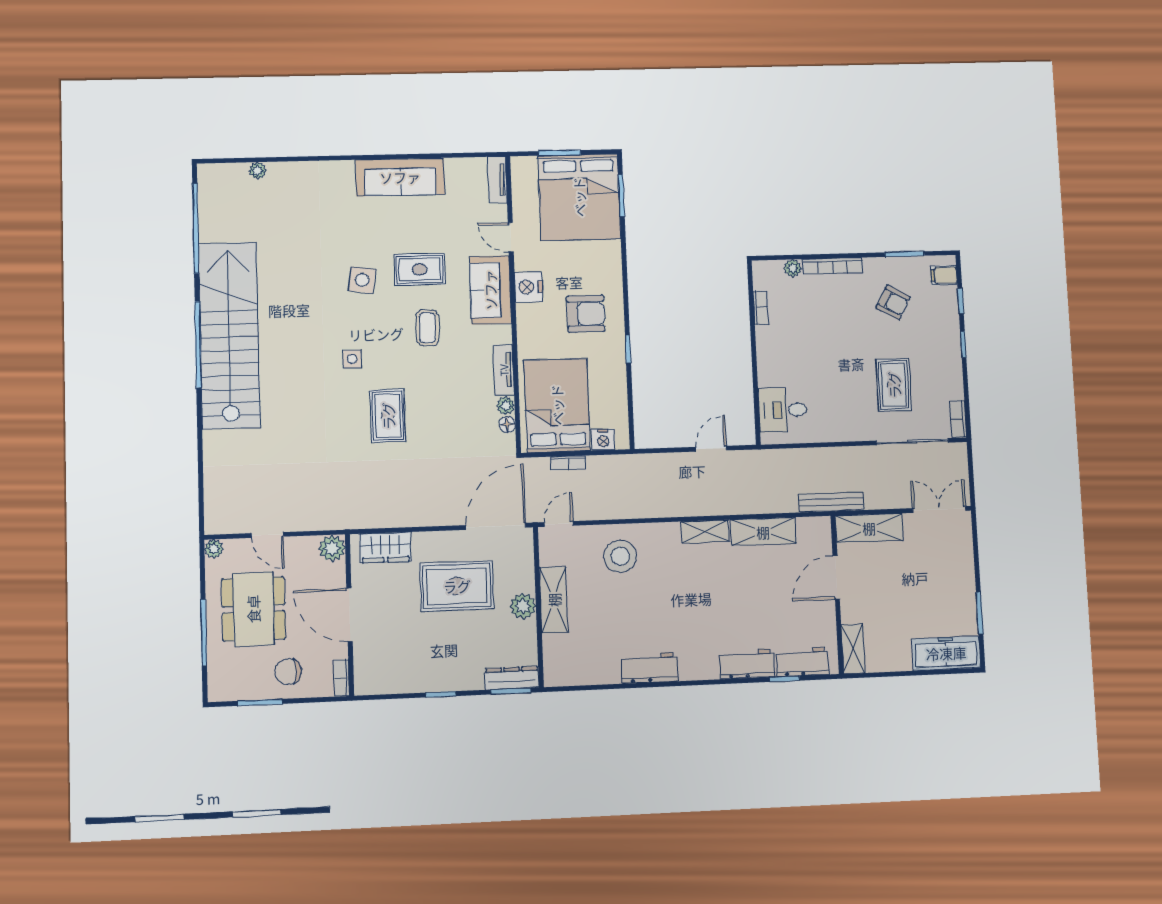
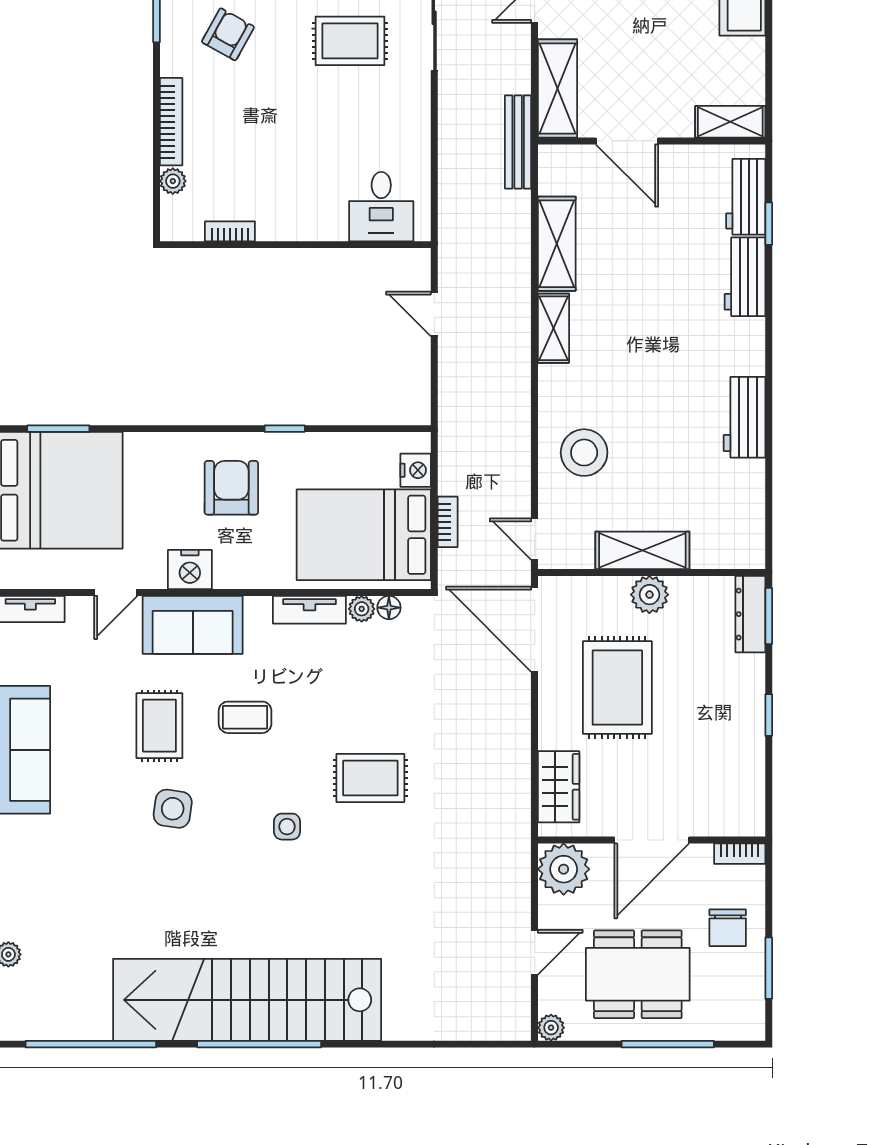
plant: (332, 548) -> (564, 869), width x1.36, depth x1.36

